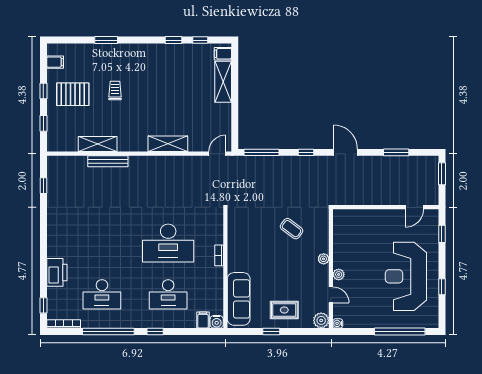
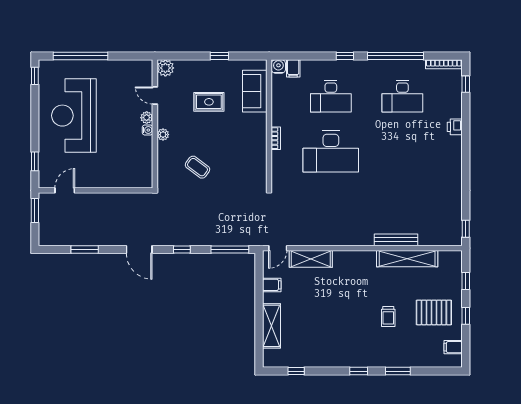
window: (173, 40) -> (359, 371), moved
filing cabinet: (223, 54) -> (272, 285), moved
shelving: (98, 144) -> (407, 259), width x1.47
shelving: (168, 144) -> (311, 259), moved
window: (442, 174) -> (35, 210), moved
window: (43, 186) -> (466, 229), moved
desk: (168, 243) -> (331, 152), turned 180
printer: (57, 272) -> (455, 127), width x0.53, depth x0.68
reception desk: (406, 276) -> (74, 116), turned 180
window: (442, 287) -> (35, 76), moved
desk: (102, 294) -> (402, 96), turned 180
desk: (168, 294) -> (331, 96), turned 180
sofa: (239, 299) -> (255, 91), width x0.73
rug: (284, 310) -> (209, 102), moved
water cooler: (338, 323) -> (148, 130), moved

